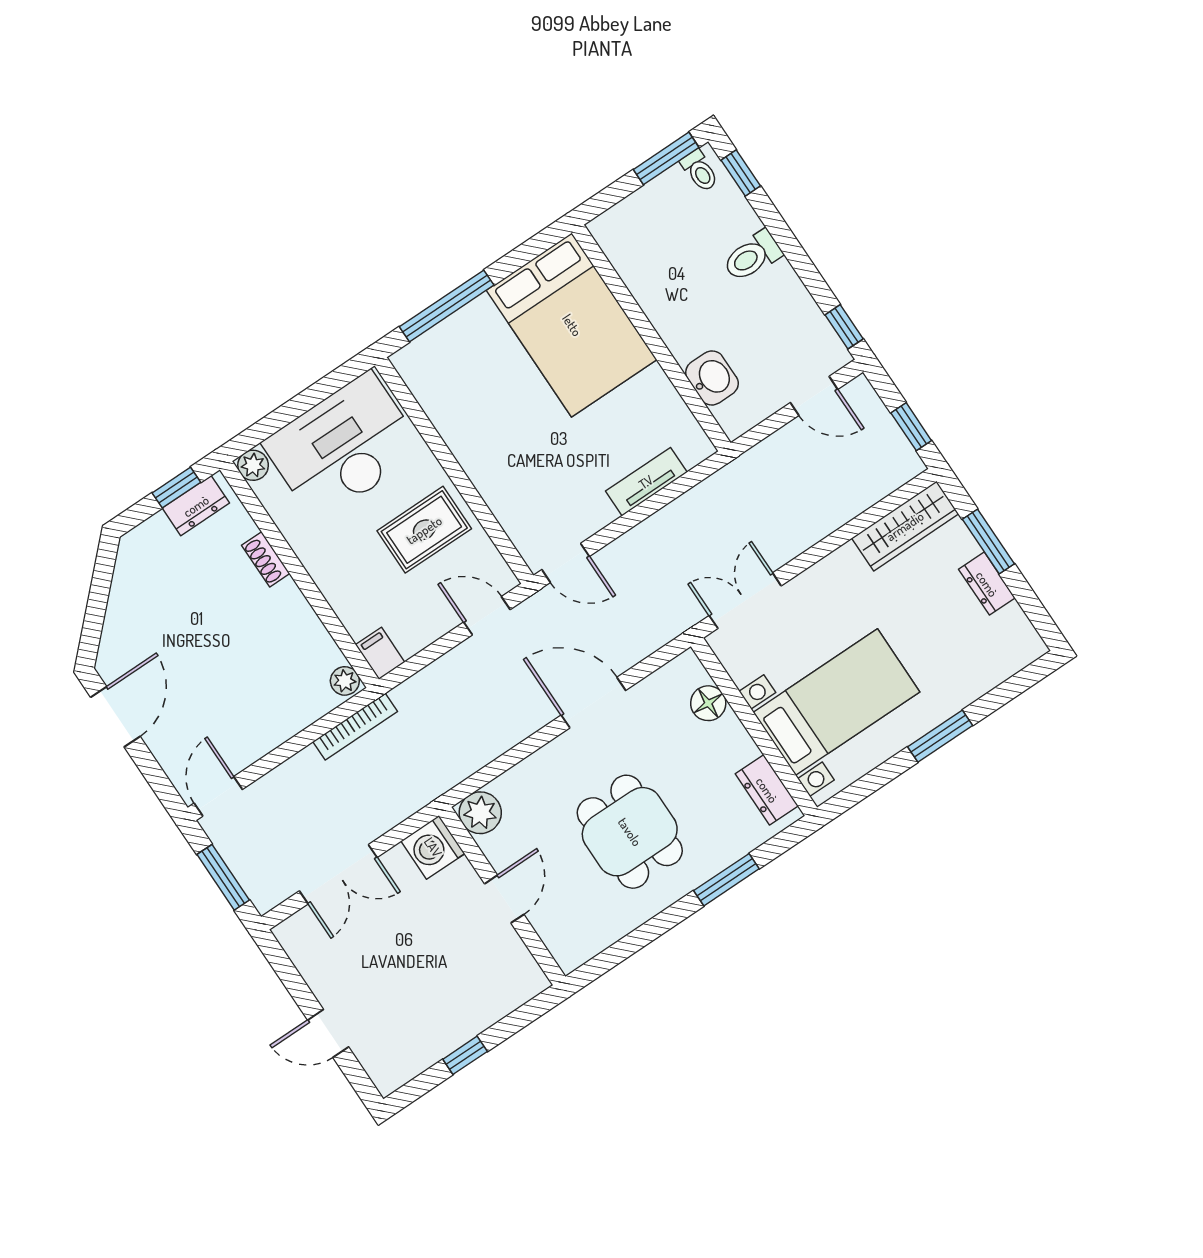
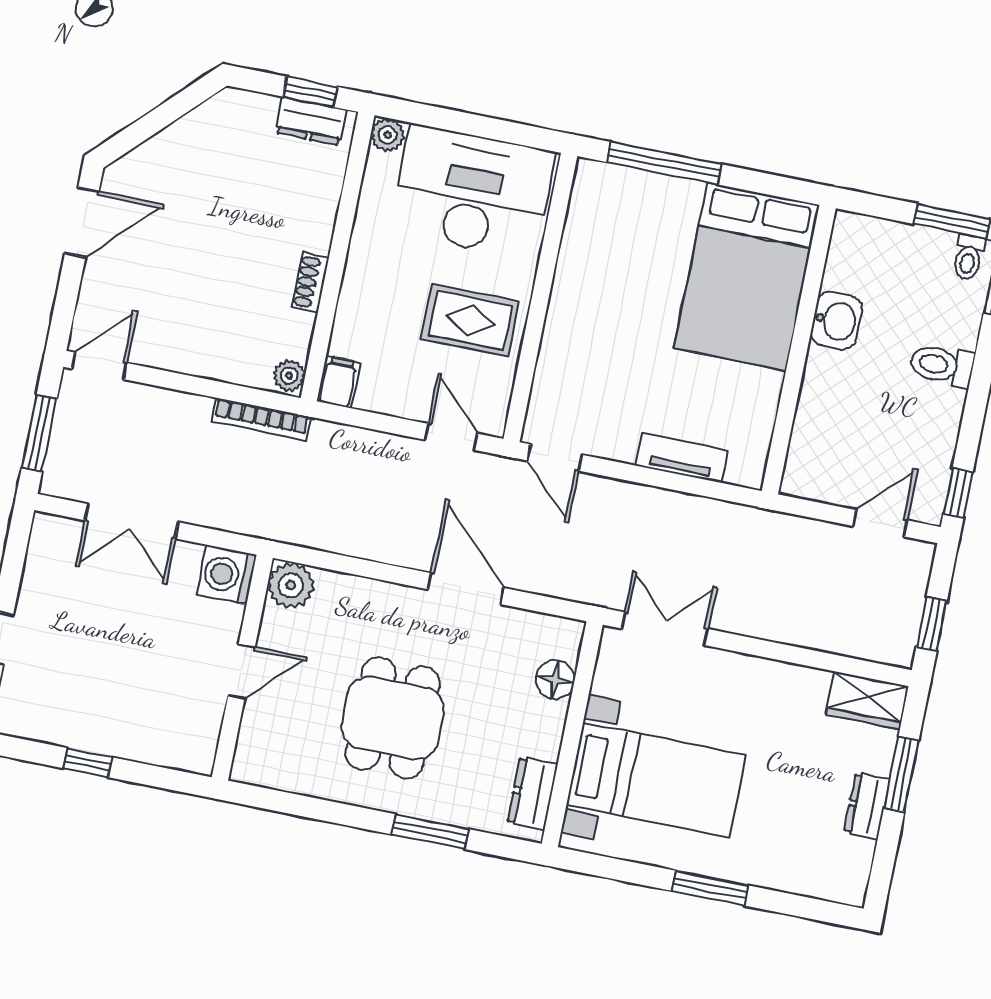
washbasin: (712, 378) -> (836, 321), moved
door: (814, 396) -> (880, 523), swing flipped
wardrobe: (905, 526) -> (867, 700), width x0.67
shoe rack: (266, 559) -> (310, 282), moved

